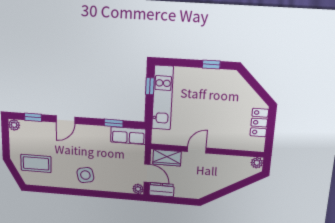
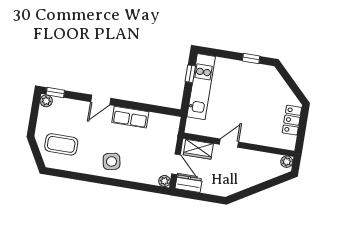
window: (33, 117) -> (55, 92), moved
window: (114, 123) -> (149, 108), removed
row of seats: (128, 136) -> (130, 117), moved

